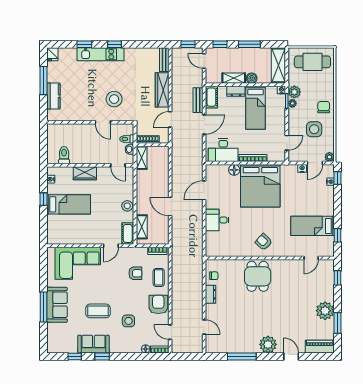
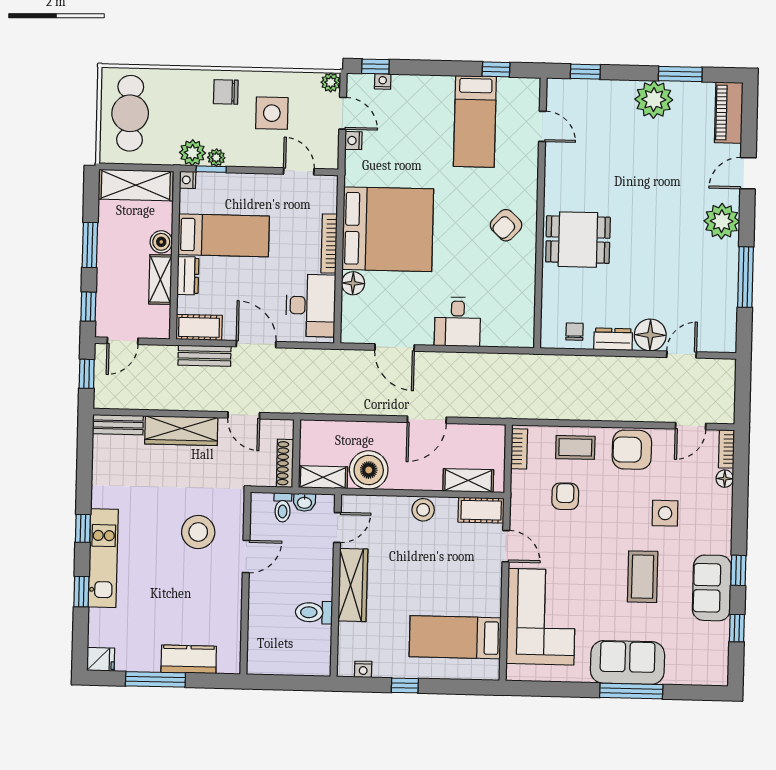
toilet: (64, 155) -> (314, 612), moved
wardrobe: (85, 173) -> (353, 585), width x1.50
boiler: (146, 179) -> (369, 470), added
bed: (69, 204) -> (455, 637), moved, turned -90
floor lamp: (213, 312) -> (650, 335), added

